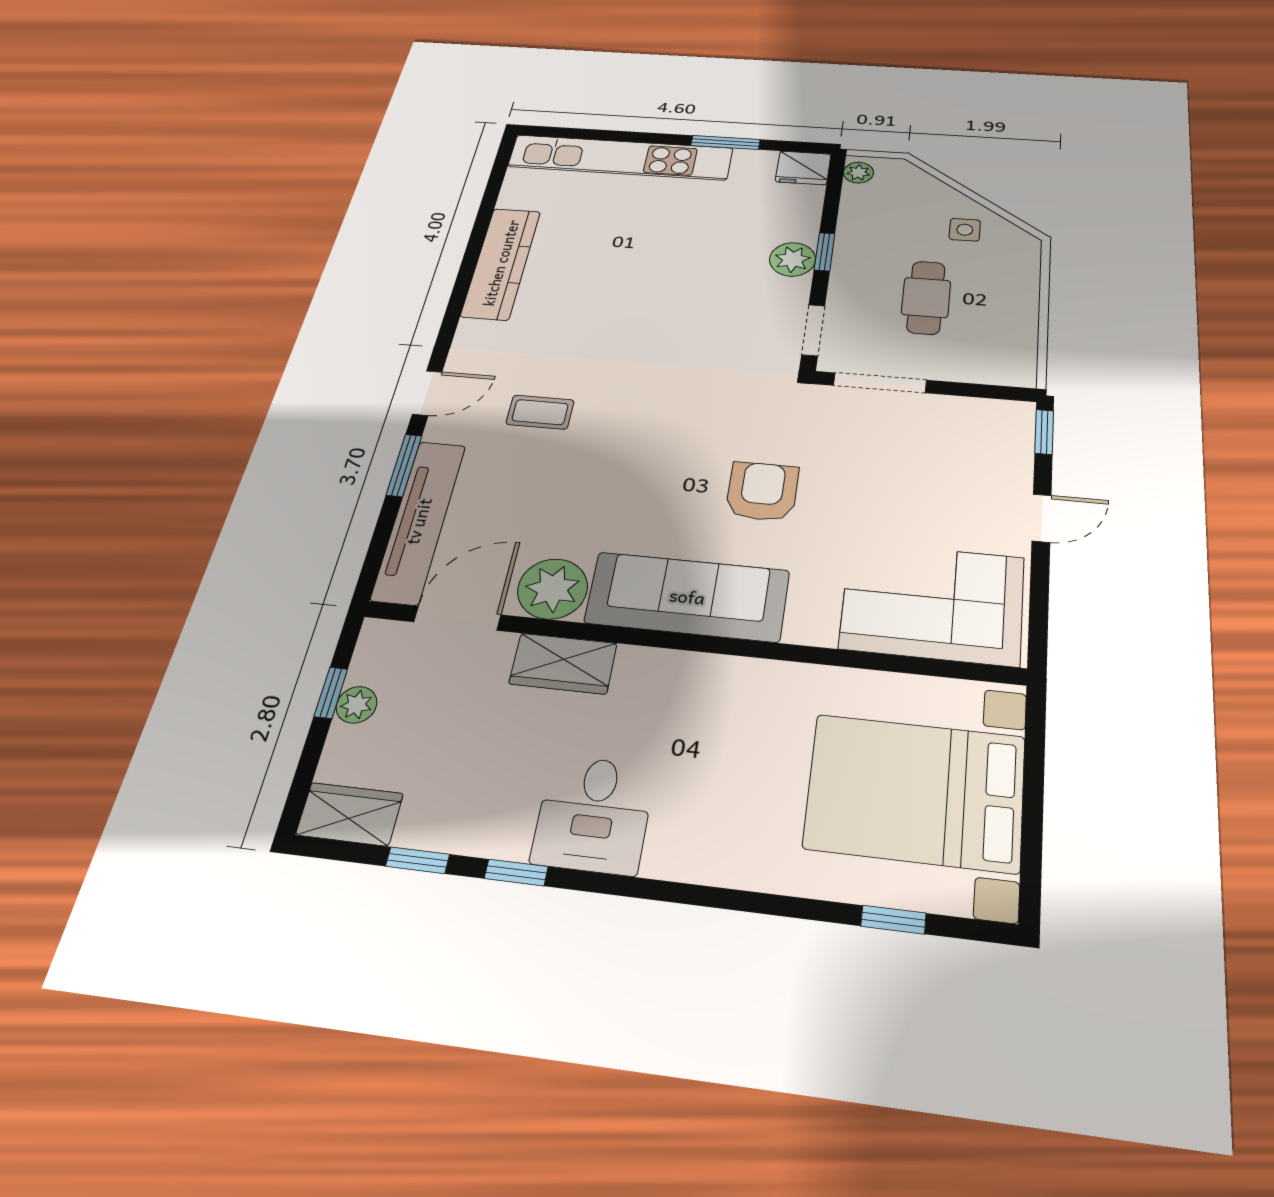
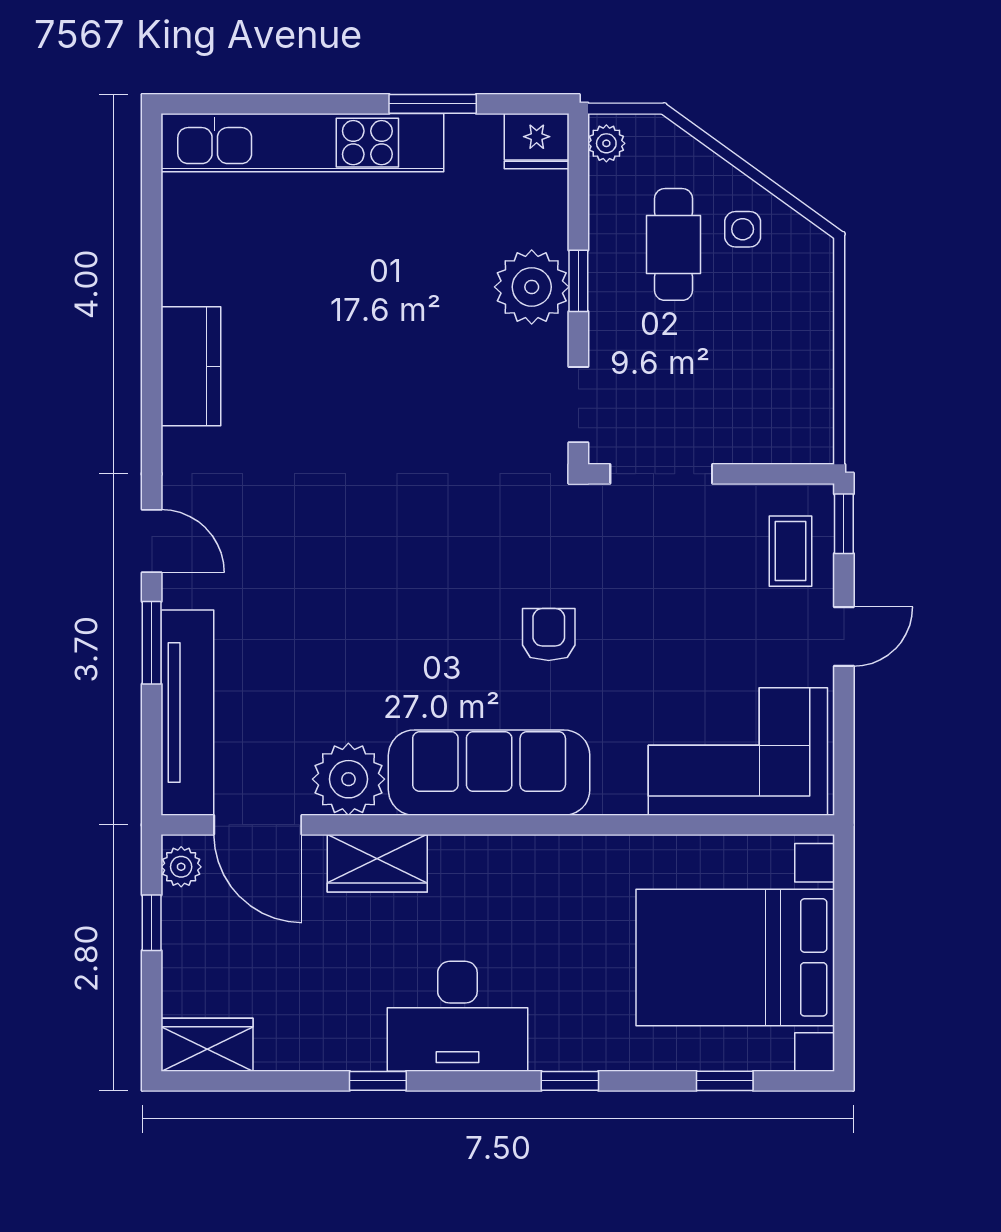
plant: (793, 259) -> (532, 287), width x1.36, depth x1.36
kitchen counter: (501, 263) -> (191, 366), width x0.67
cafe table: (926, 297) -> (673, 244), moved
door: (427, 393) -> (152, 541), hinge flipped
coffee table: (540, 412) -> (790, 551), moved, turned 90
armchair: (762, 491) -> (549, 635), width x0.72, depth x0.72
door: (457, 618) -> (258, 825), swing flipped
plant: (356, 705) -> (181, 867), moved
desk: (594, 814) -> (457, 1016), width x1.37
window: (418, 860) -> (570, 1081), moved

